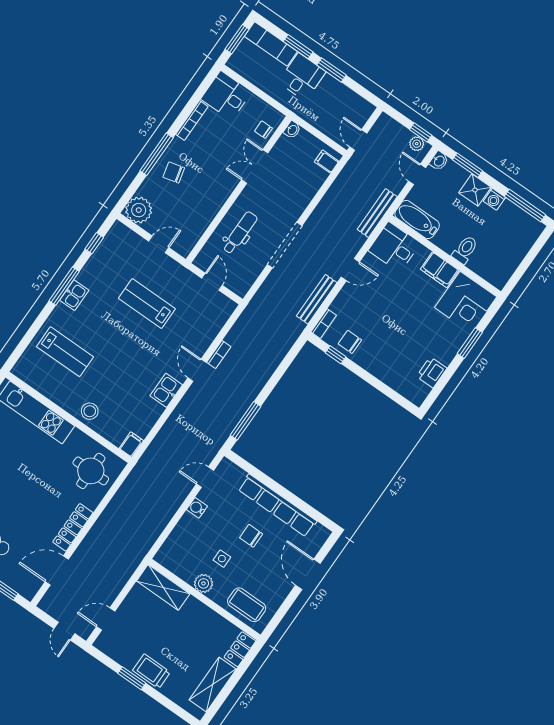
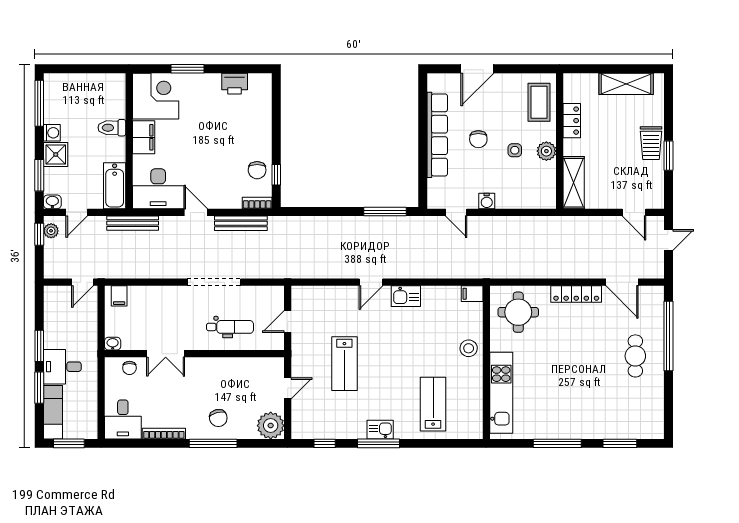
dental chair: (240, 233) -> (230, 327), turned 180
door: (159, 244) -> (288, 388), swing flipped
desk: (394, 247) -> (158, 189), width x1.37
bookcase: (219, 355) -> (345, 273), removed
locker: (240, 649) -> (572, 121), moved, turned -90

